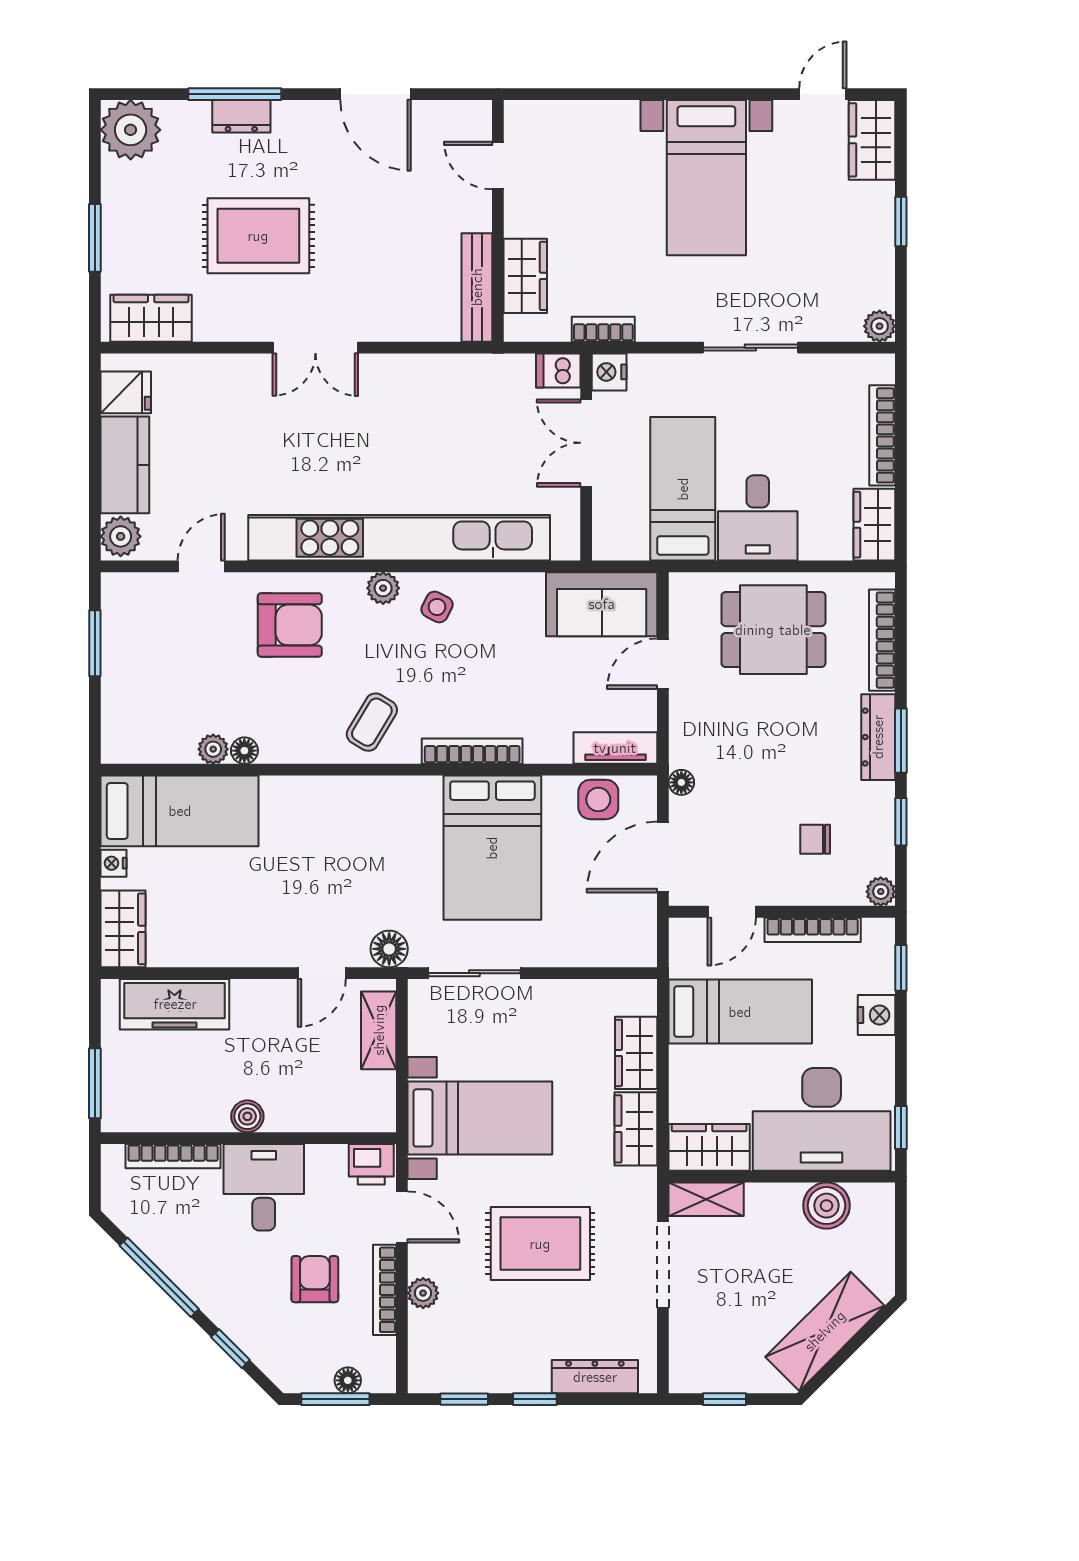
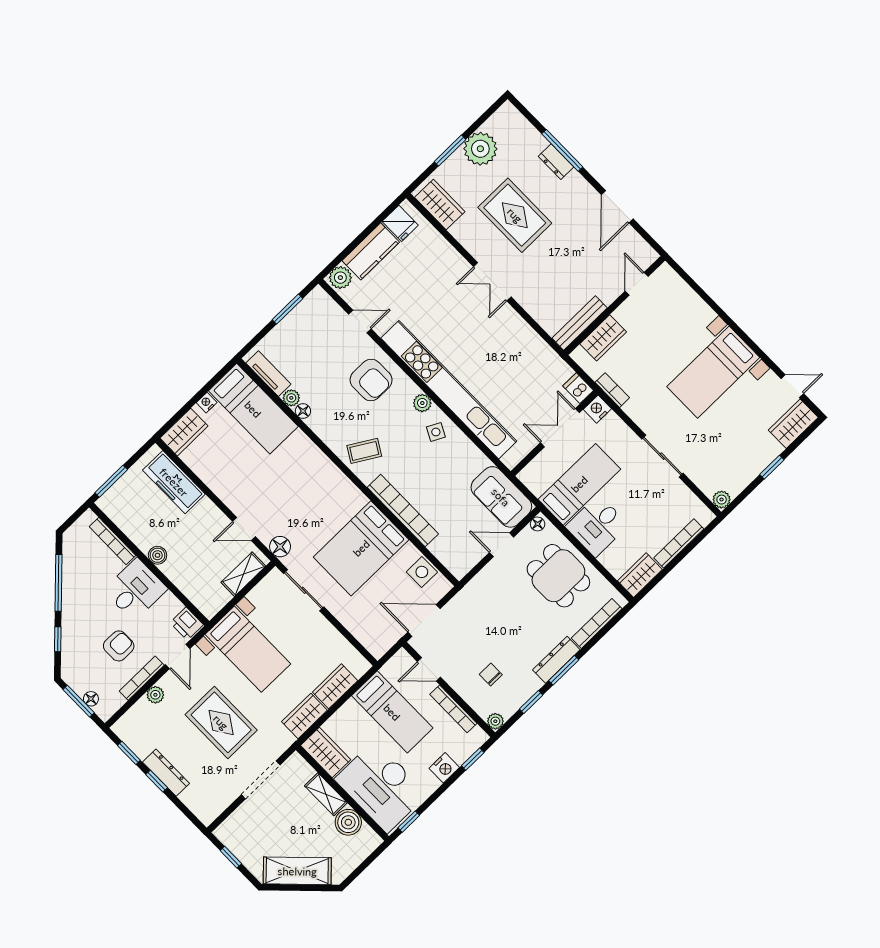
plant: (131, 130) -> (480, 149), moved
tv unit: (615, 748) -> (268, 374), moved
bookcase: (472, 751) -> (403, 511), width x1.48, depth x1.31
floor lamp: (681, 782) -> (538, 524), moved
shelving: (706, 1199) -> (326, 794), moved
dresser: (595, 1377) -> (166, 773), moved

